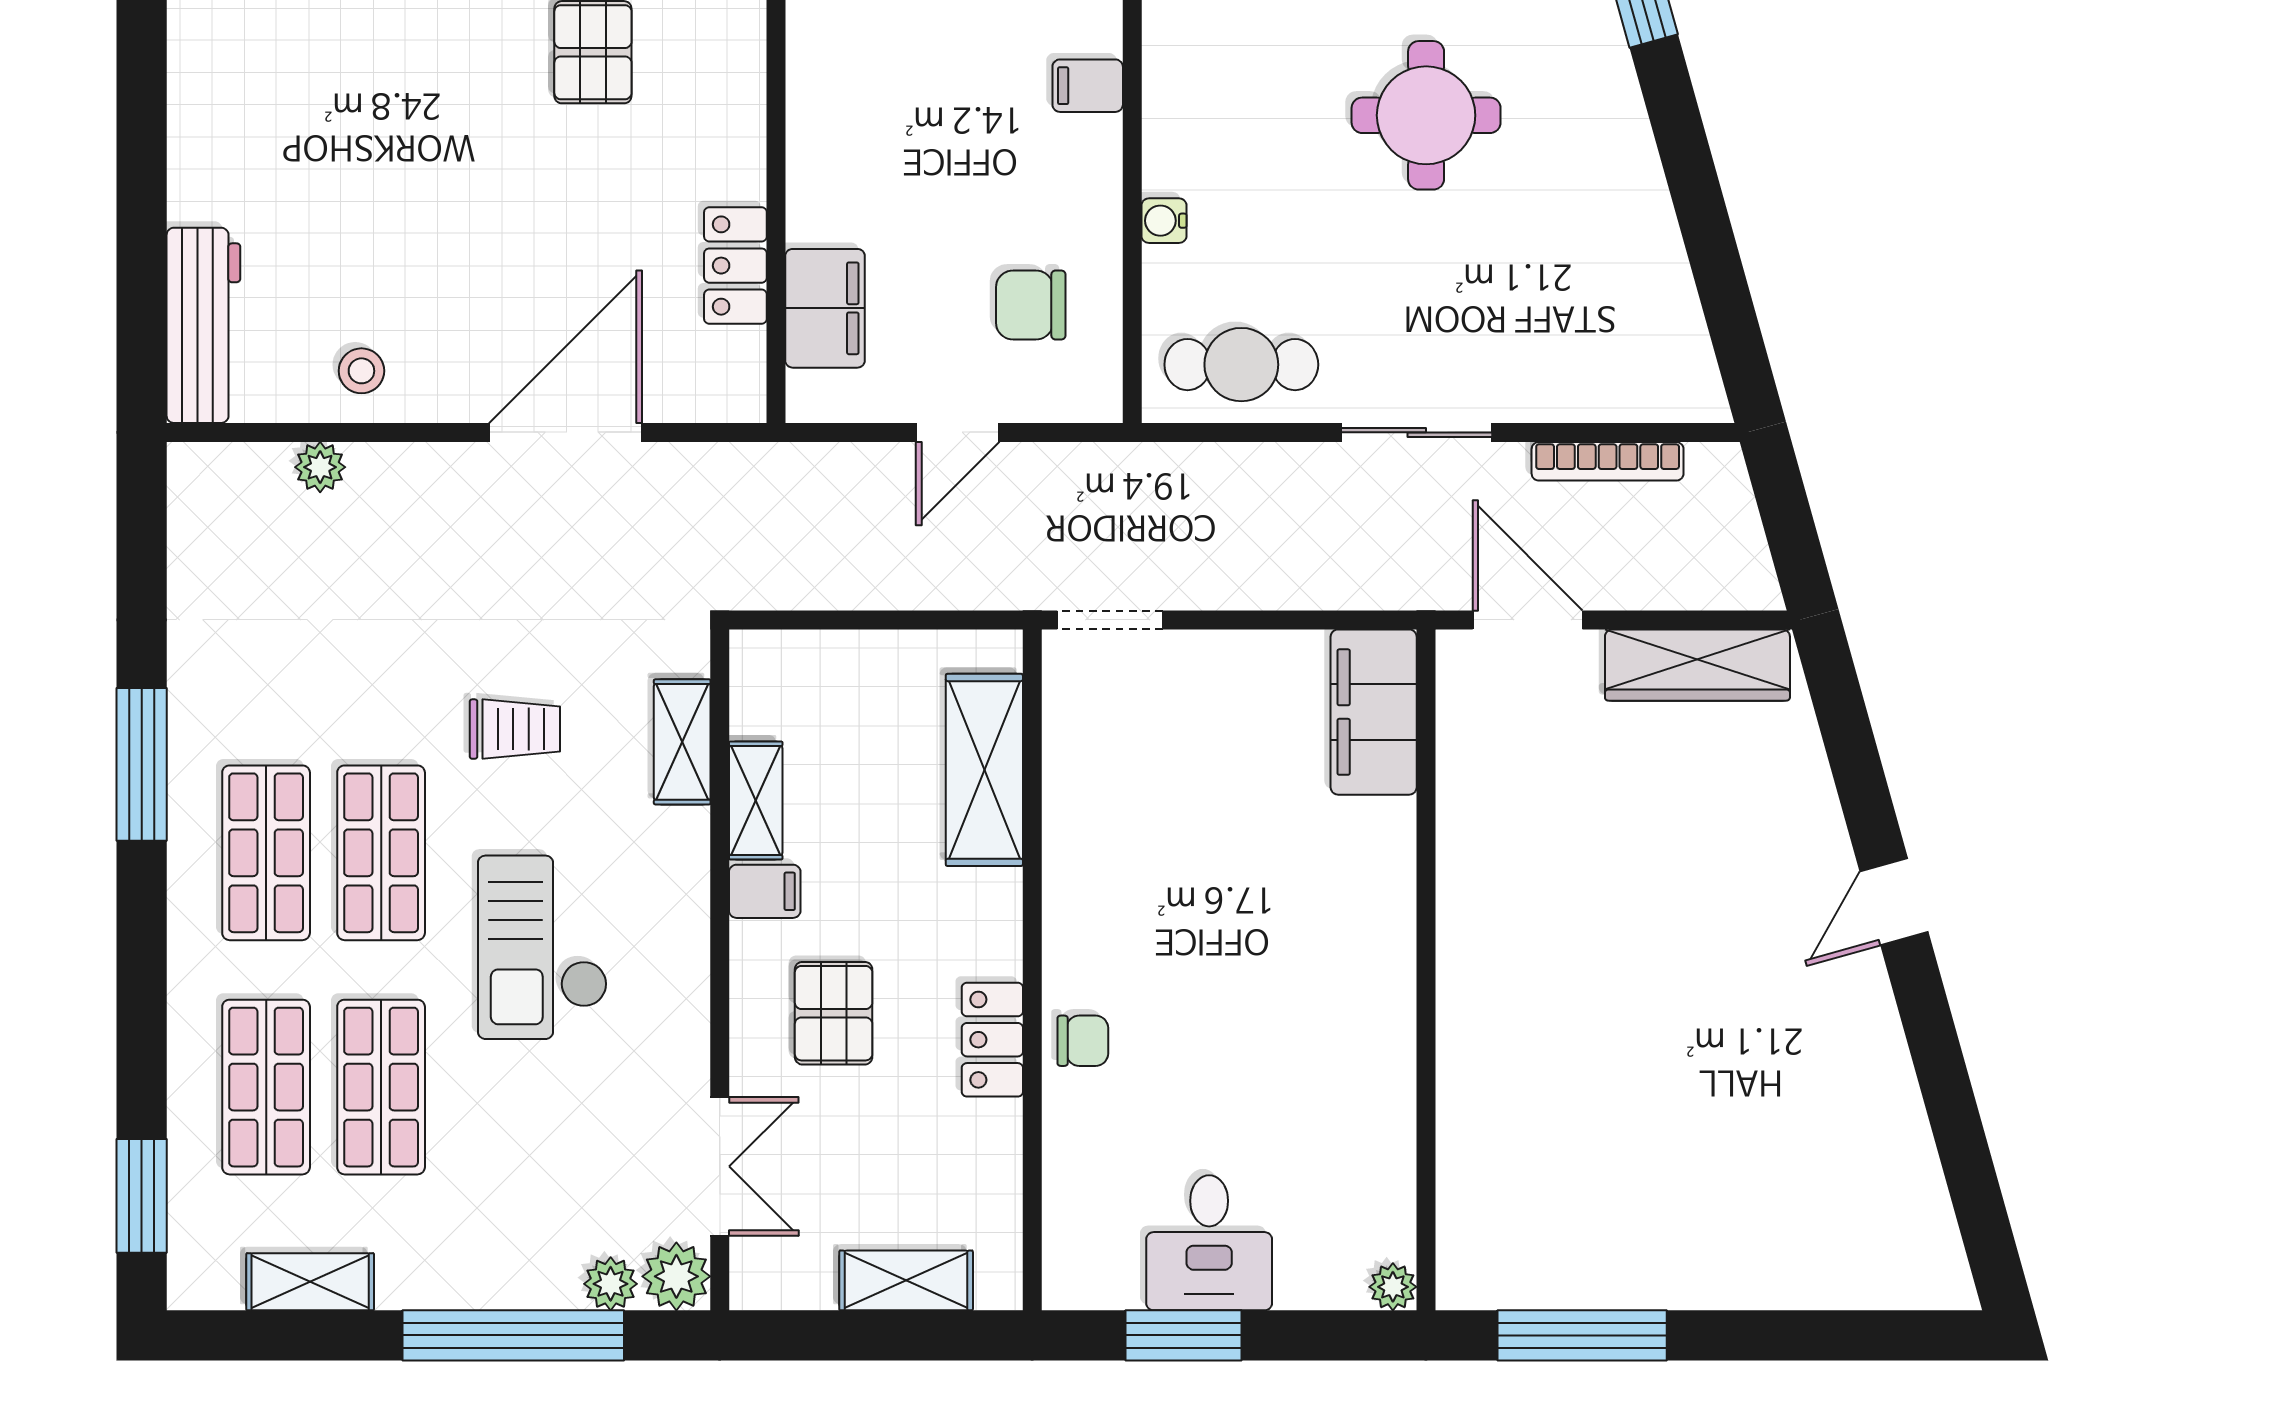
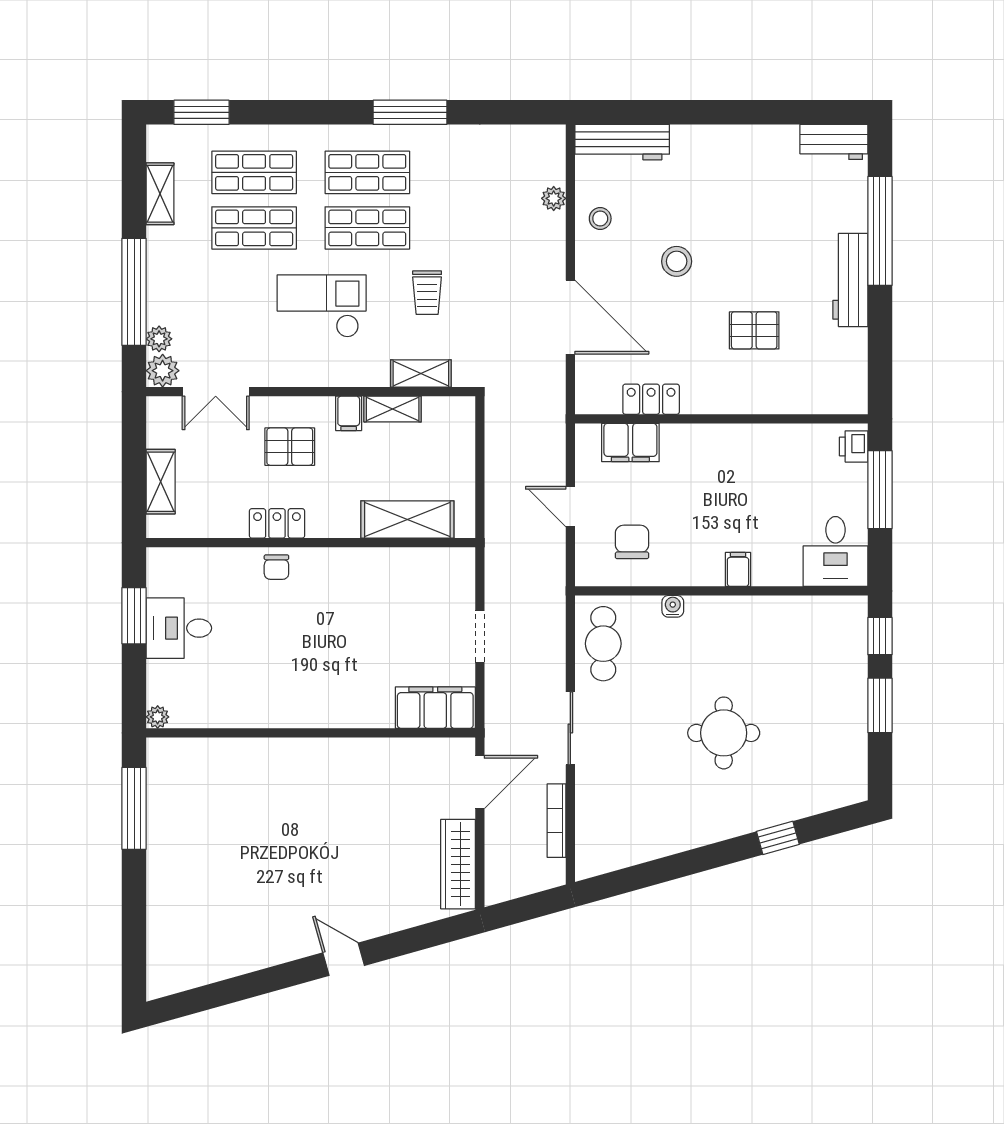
stool: (450, 213) -> (677, 261), added
doorway: (1110, 620) -> (480, 636), moved

